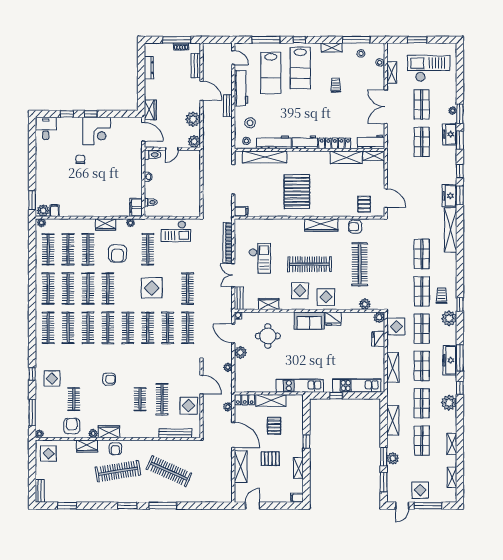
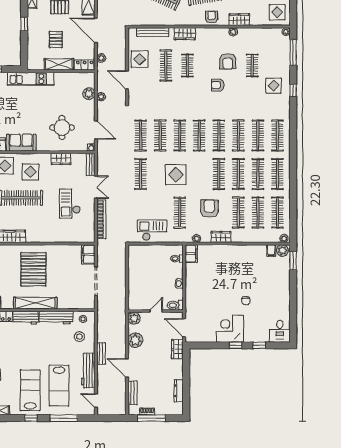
lab bench: (271, 73) -> (59, 386), turned 180
shelving: (265, 157) -> (35, 303), moved
filing cabinet: (241, 212) -> (88, 254), width x2.00
plant: (240, 352) -> (89, 94), moved
armchair: (72, 426) -> (228, 61), moved
wardrobe: (109, 432) -> (185, 34), moved

